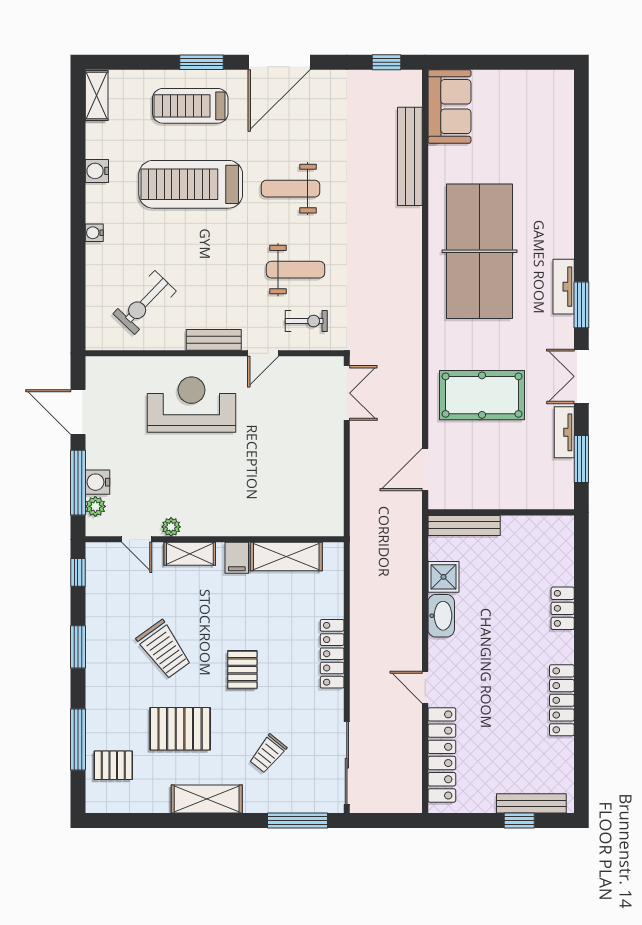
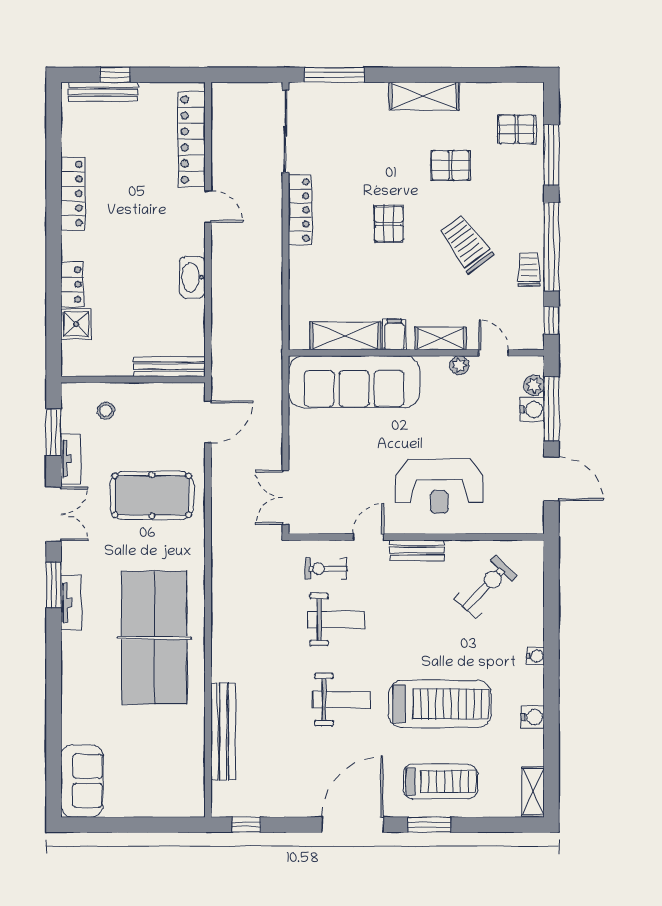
sofa: (449, 107) -> (82, 781), moved, turned 180
weight bench: (295, 270) -> (336, 620), turned 180
stool: (529, 481) -> (106, 411), added
sofa: (278, 510) -> (354, 382), added
shower: (444, 577) -> (76, 324), moved
window: (78, 647) -> (551, 246), width x2.11
locker: (332, 654) -> (300, 210), moved
pallet: (180, 729) -> (450, 165), width x0.67, depth x0.71
trolley: (268, 754) -> (529, 269), moved, turned -39

